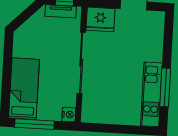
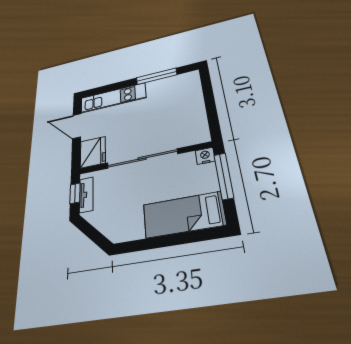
kitchen unit: (151, 94) -> (113, 98), moved
window: (34, 124) -> (224, 176), moved

